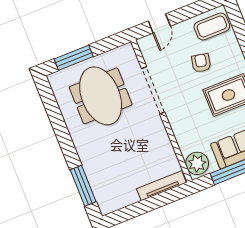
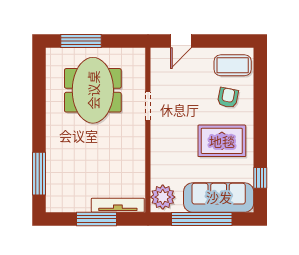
armchair: (201, 63) -> (228, 98), moved
doorway: (153, 90) -> (148, 106), width x0.53
window: (148, 205) -> (97, 219), added

